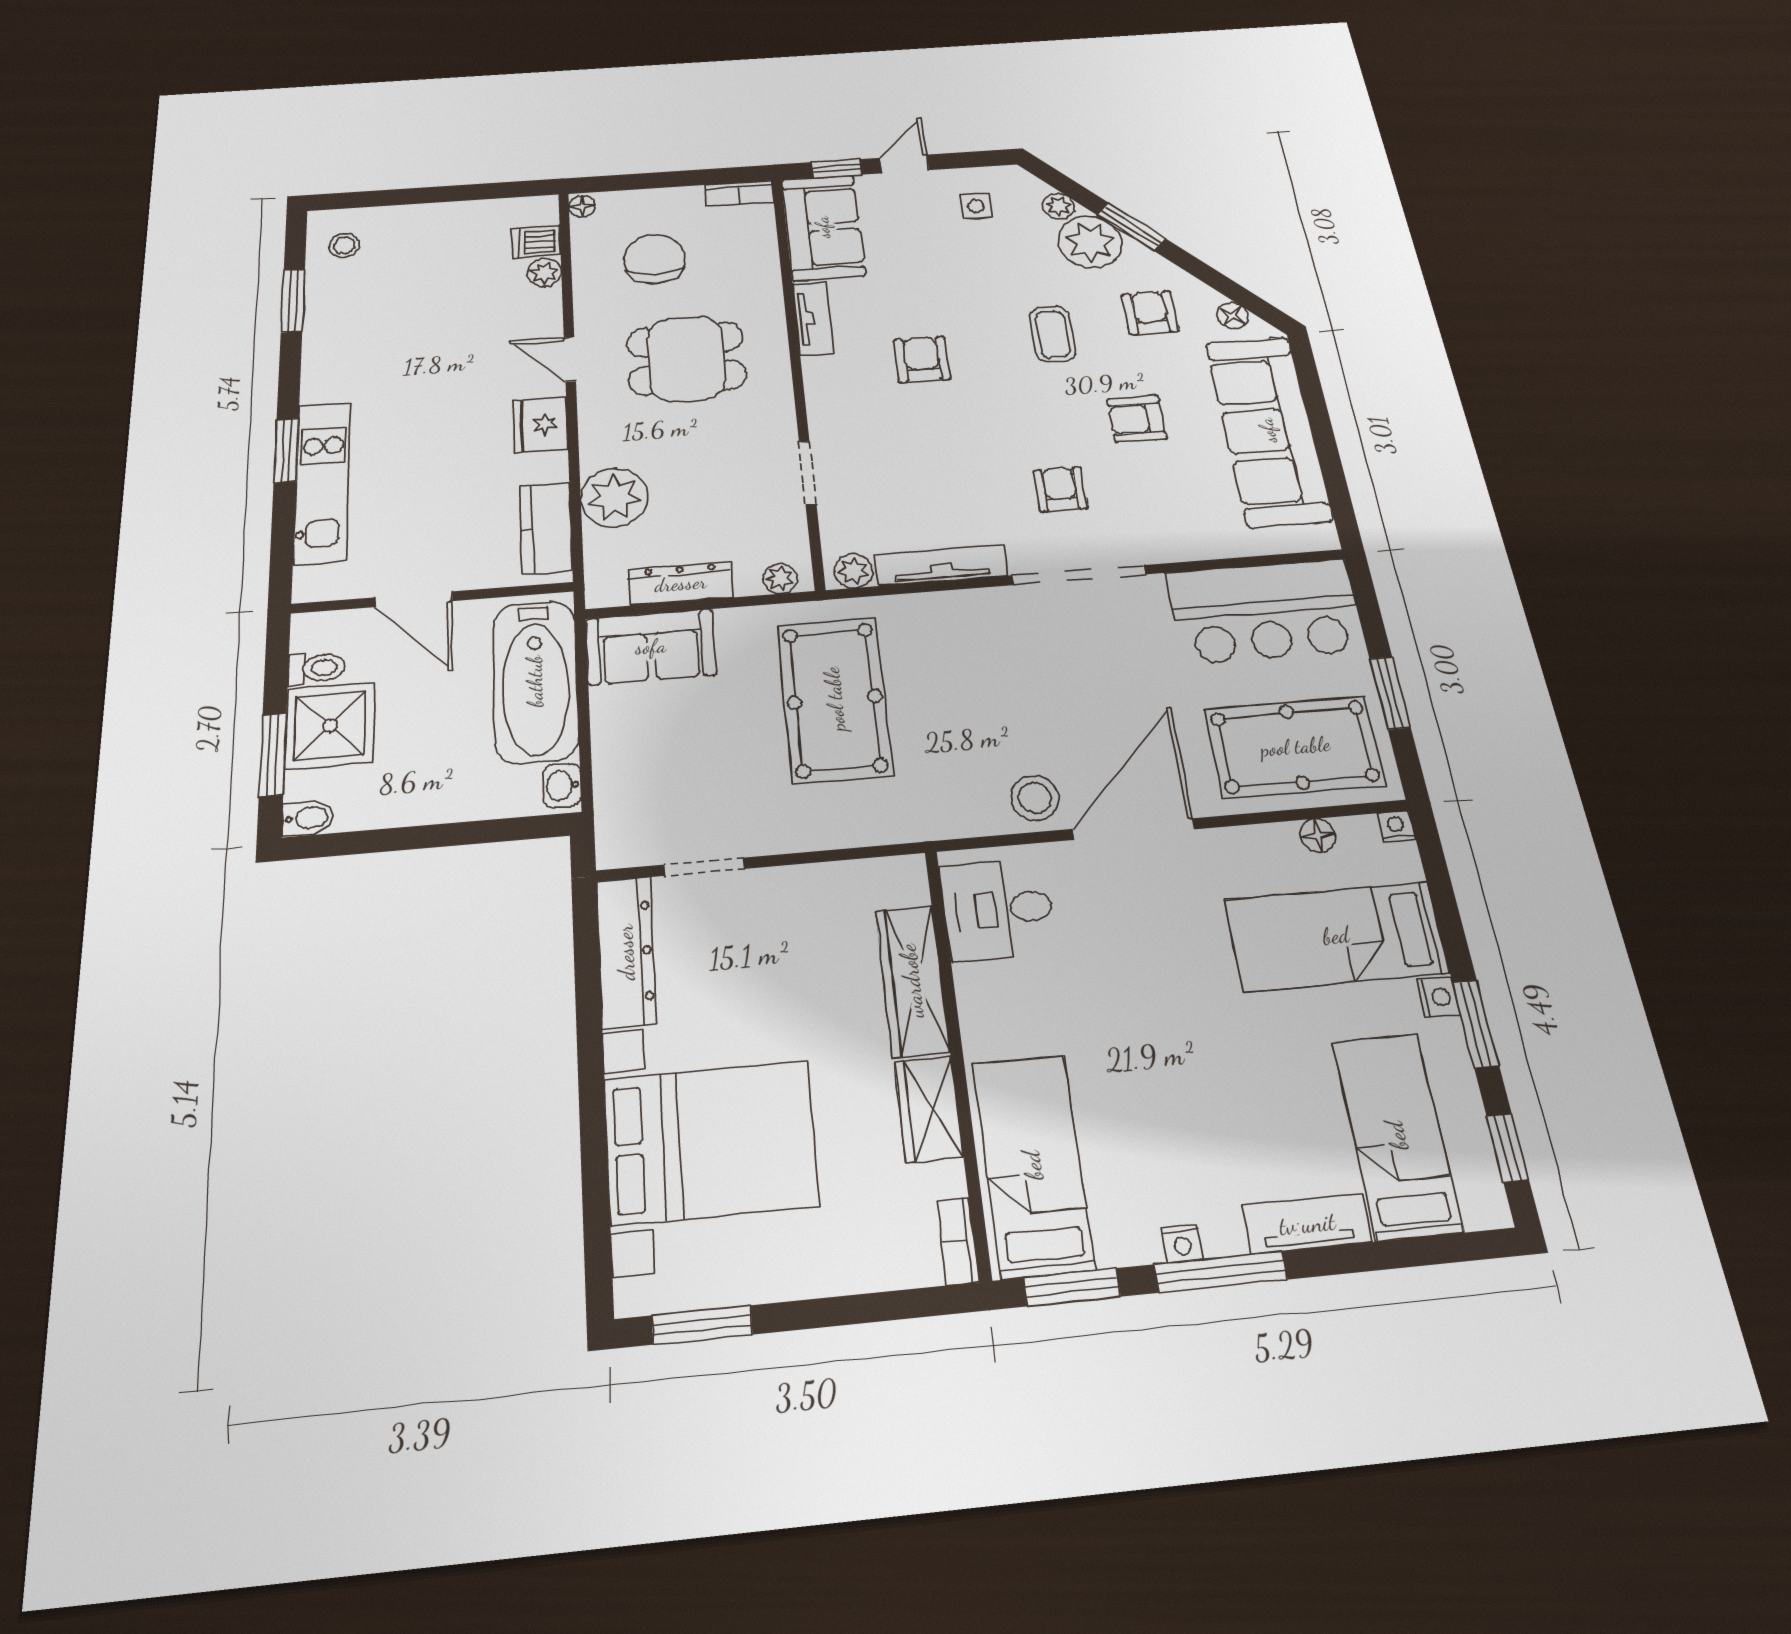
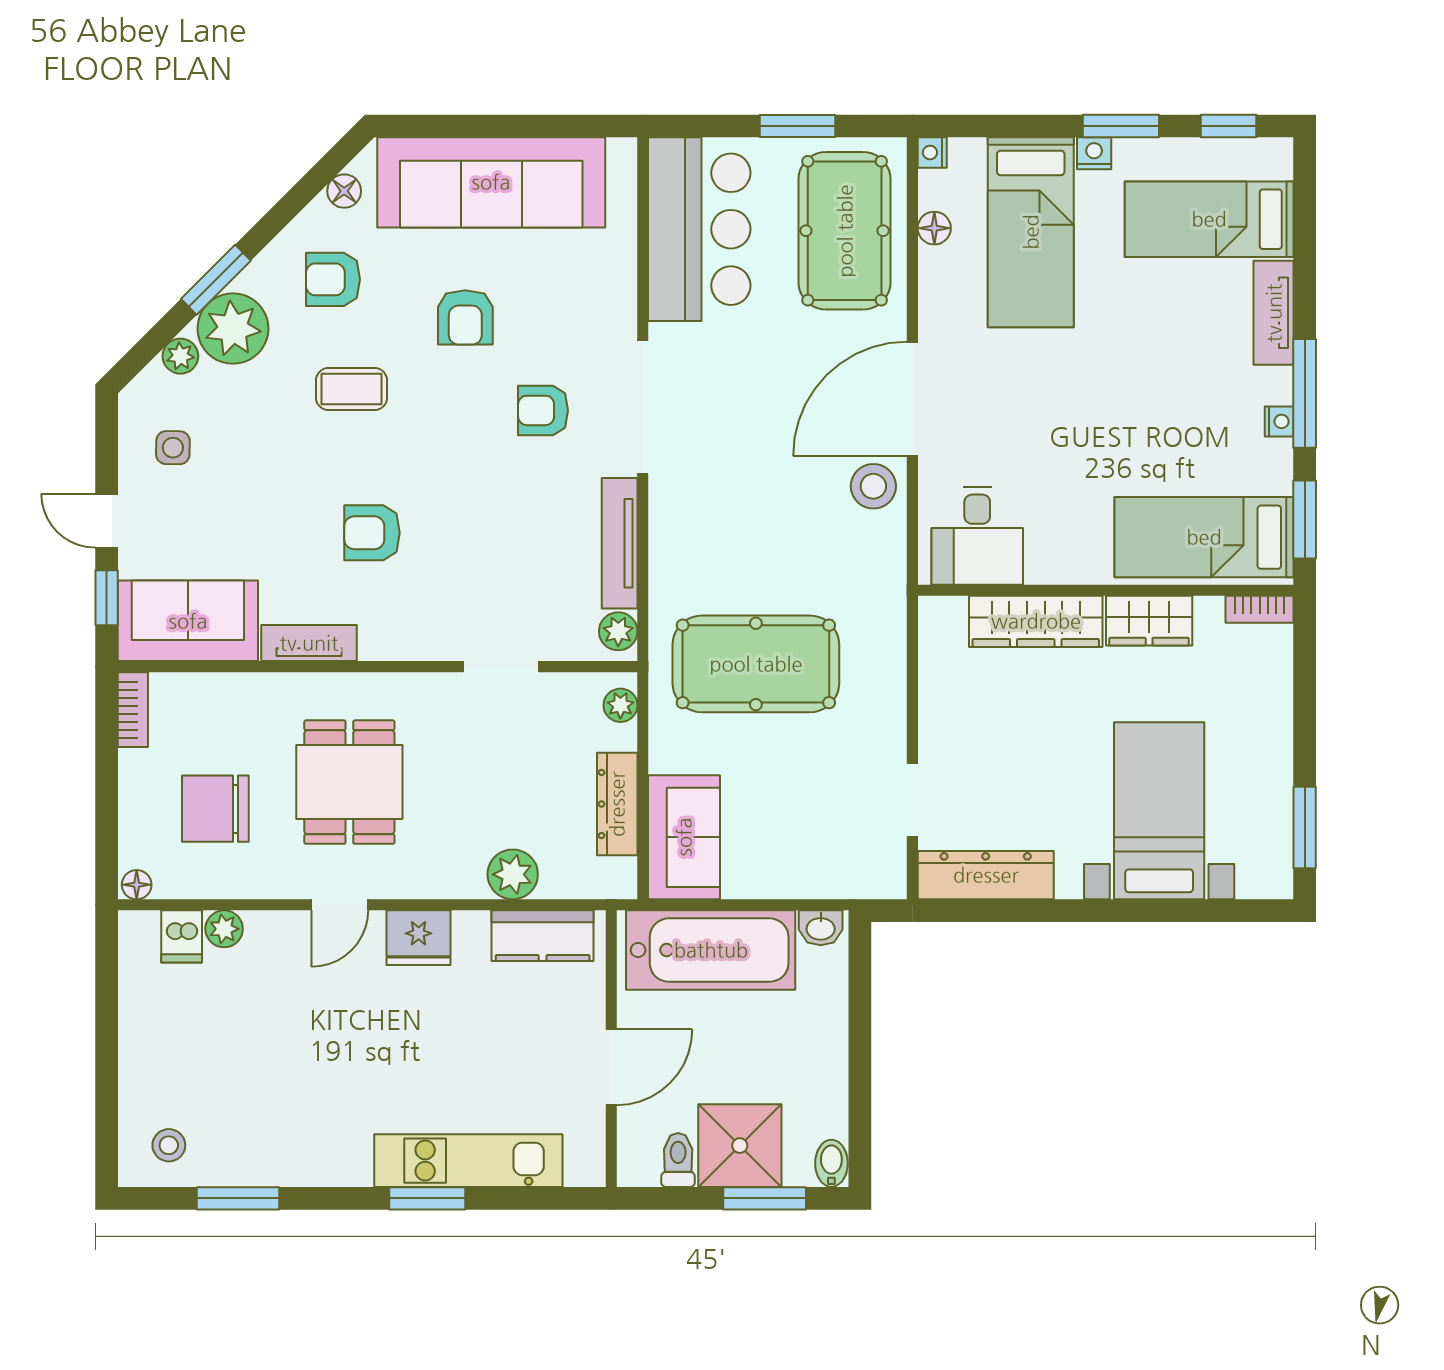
plant: (614, 497) -> (513, 874), width x0.73, depth x0.73
door: (1134, 829) -> (912, 399), hinge flipped
bed with nightstands: (711, 1142) -> (1159, 811), width x0.73

